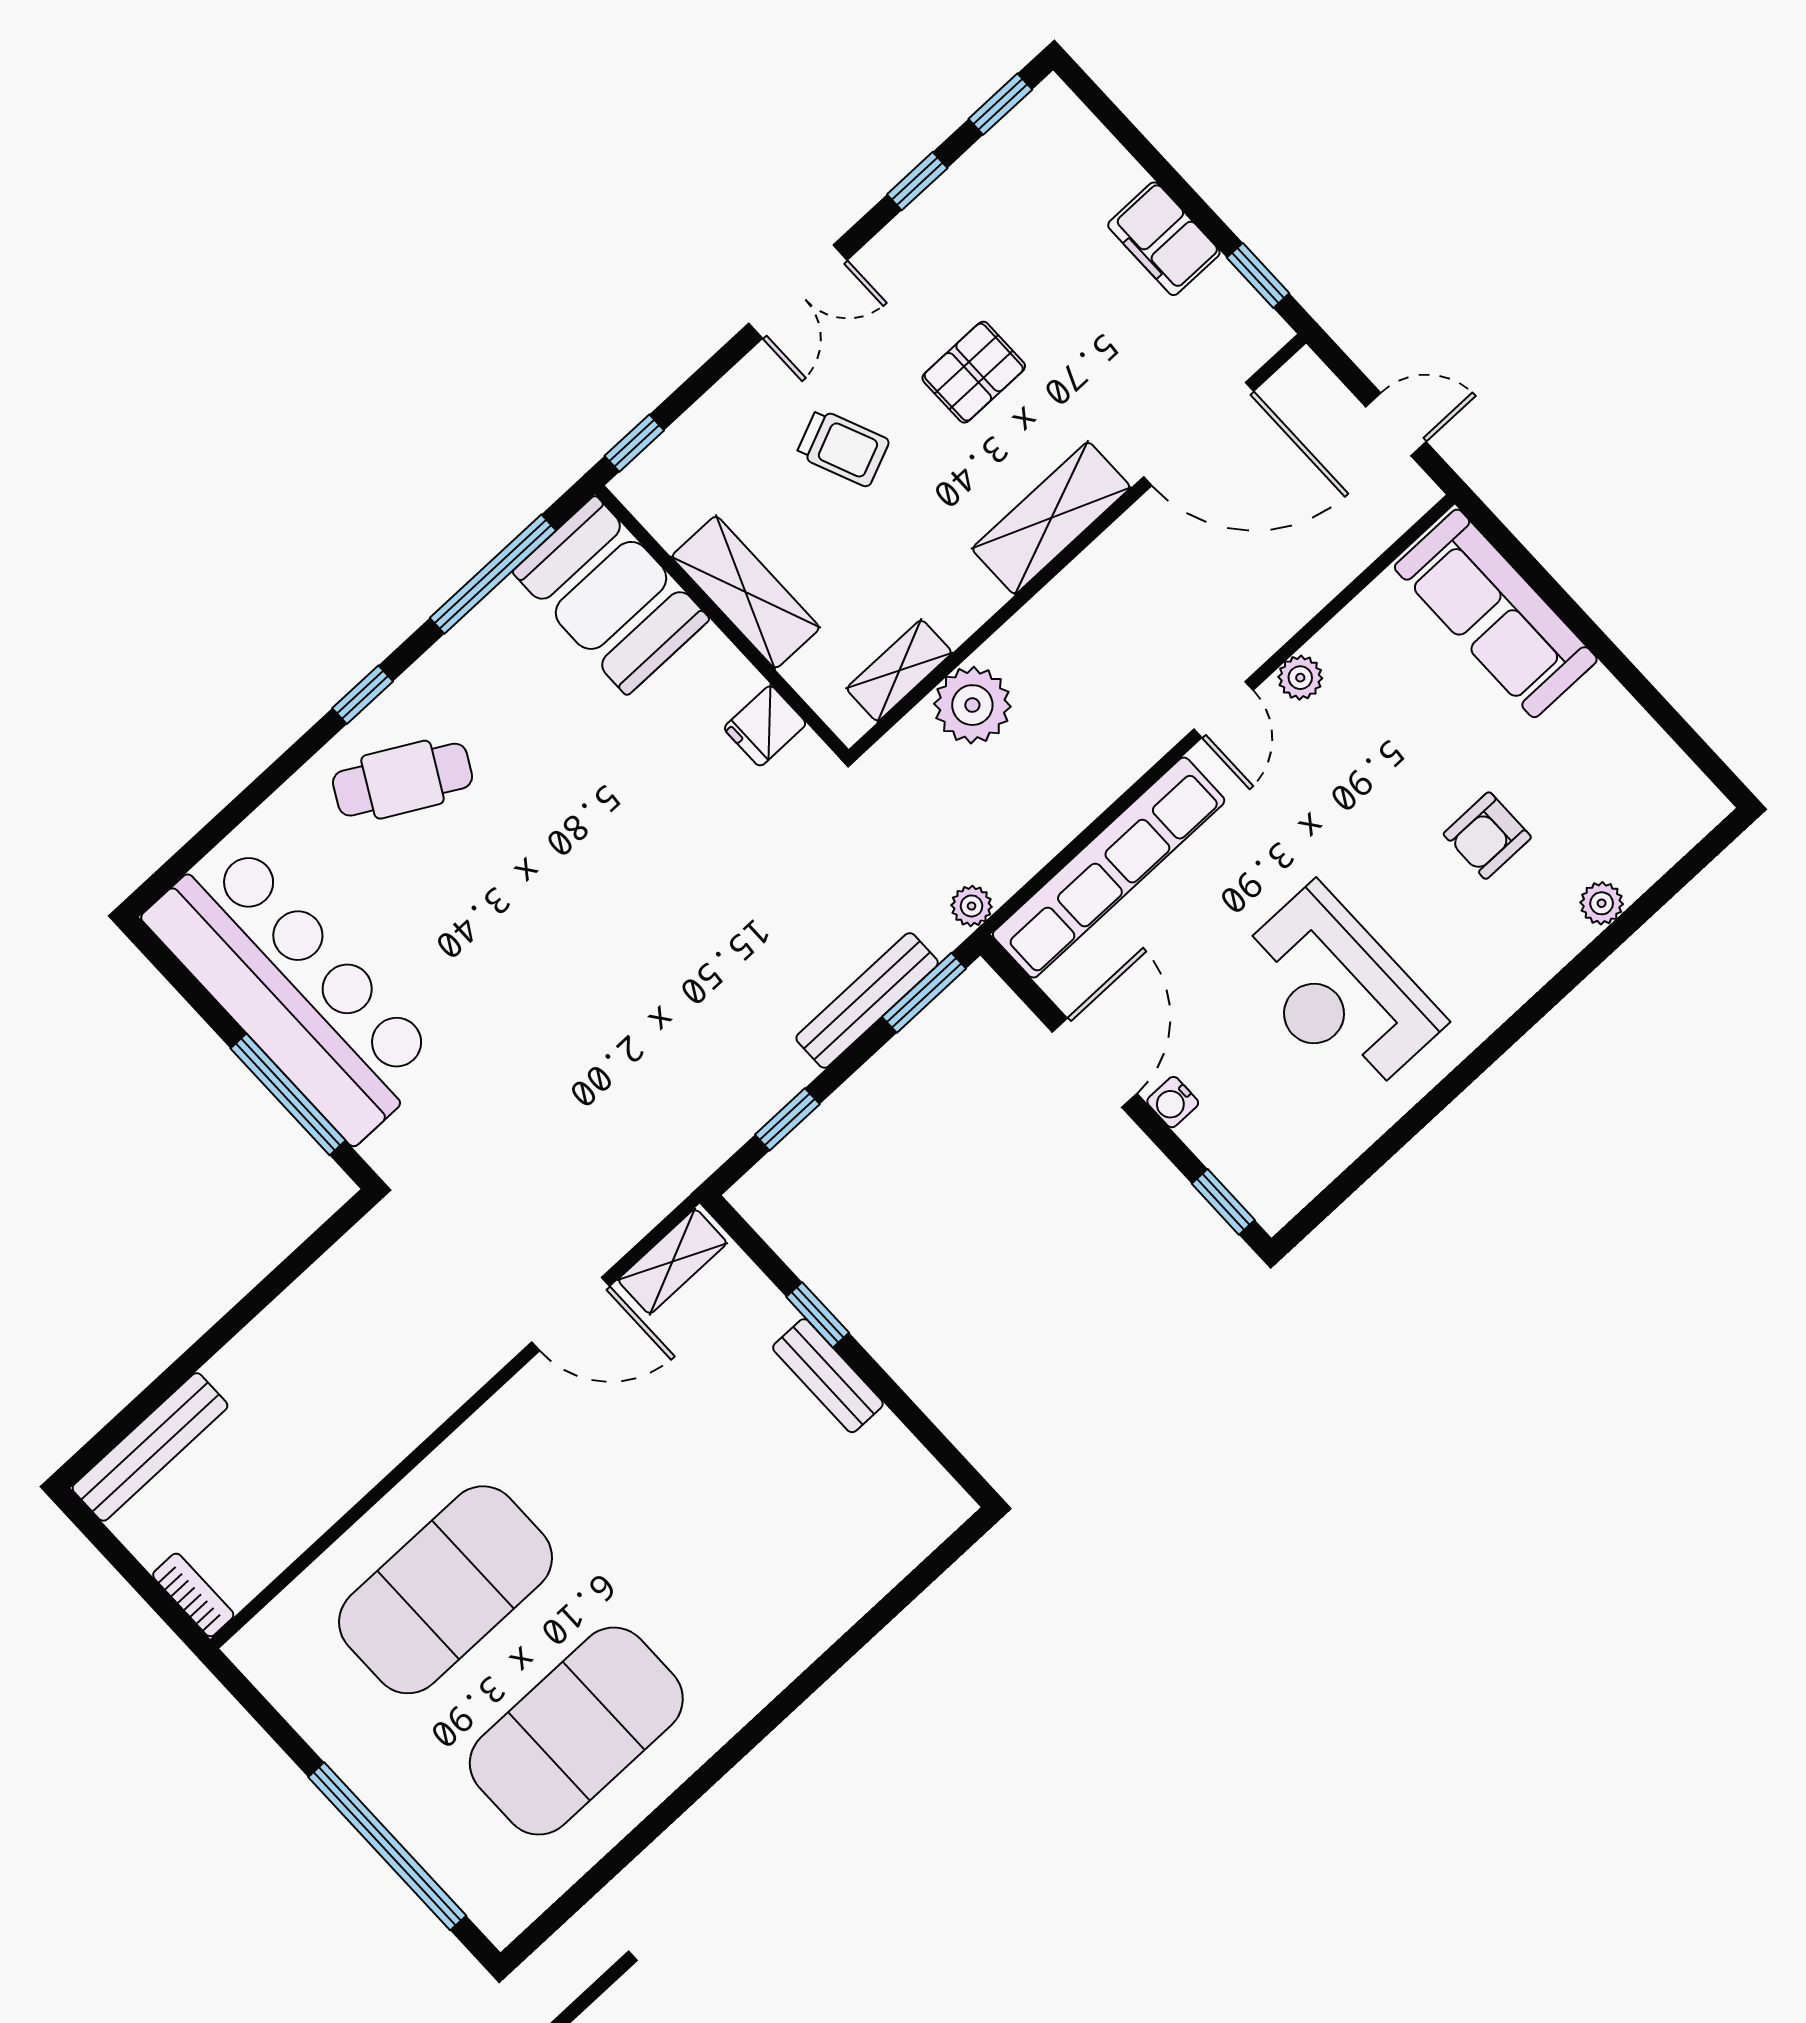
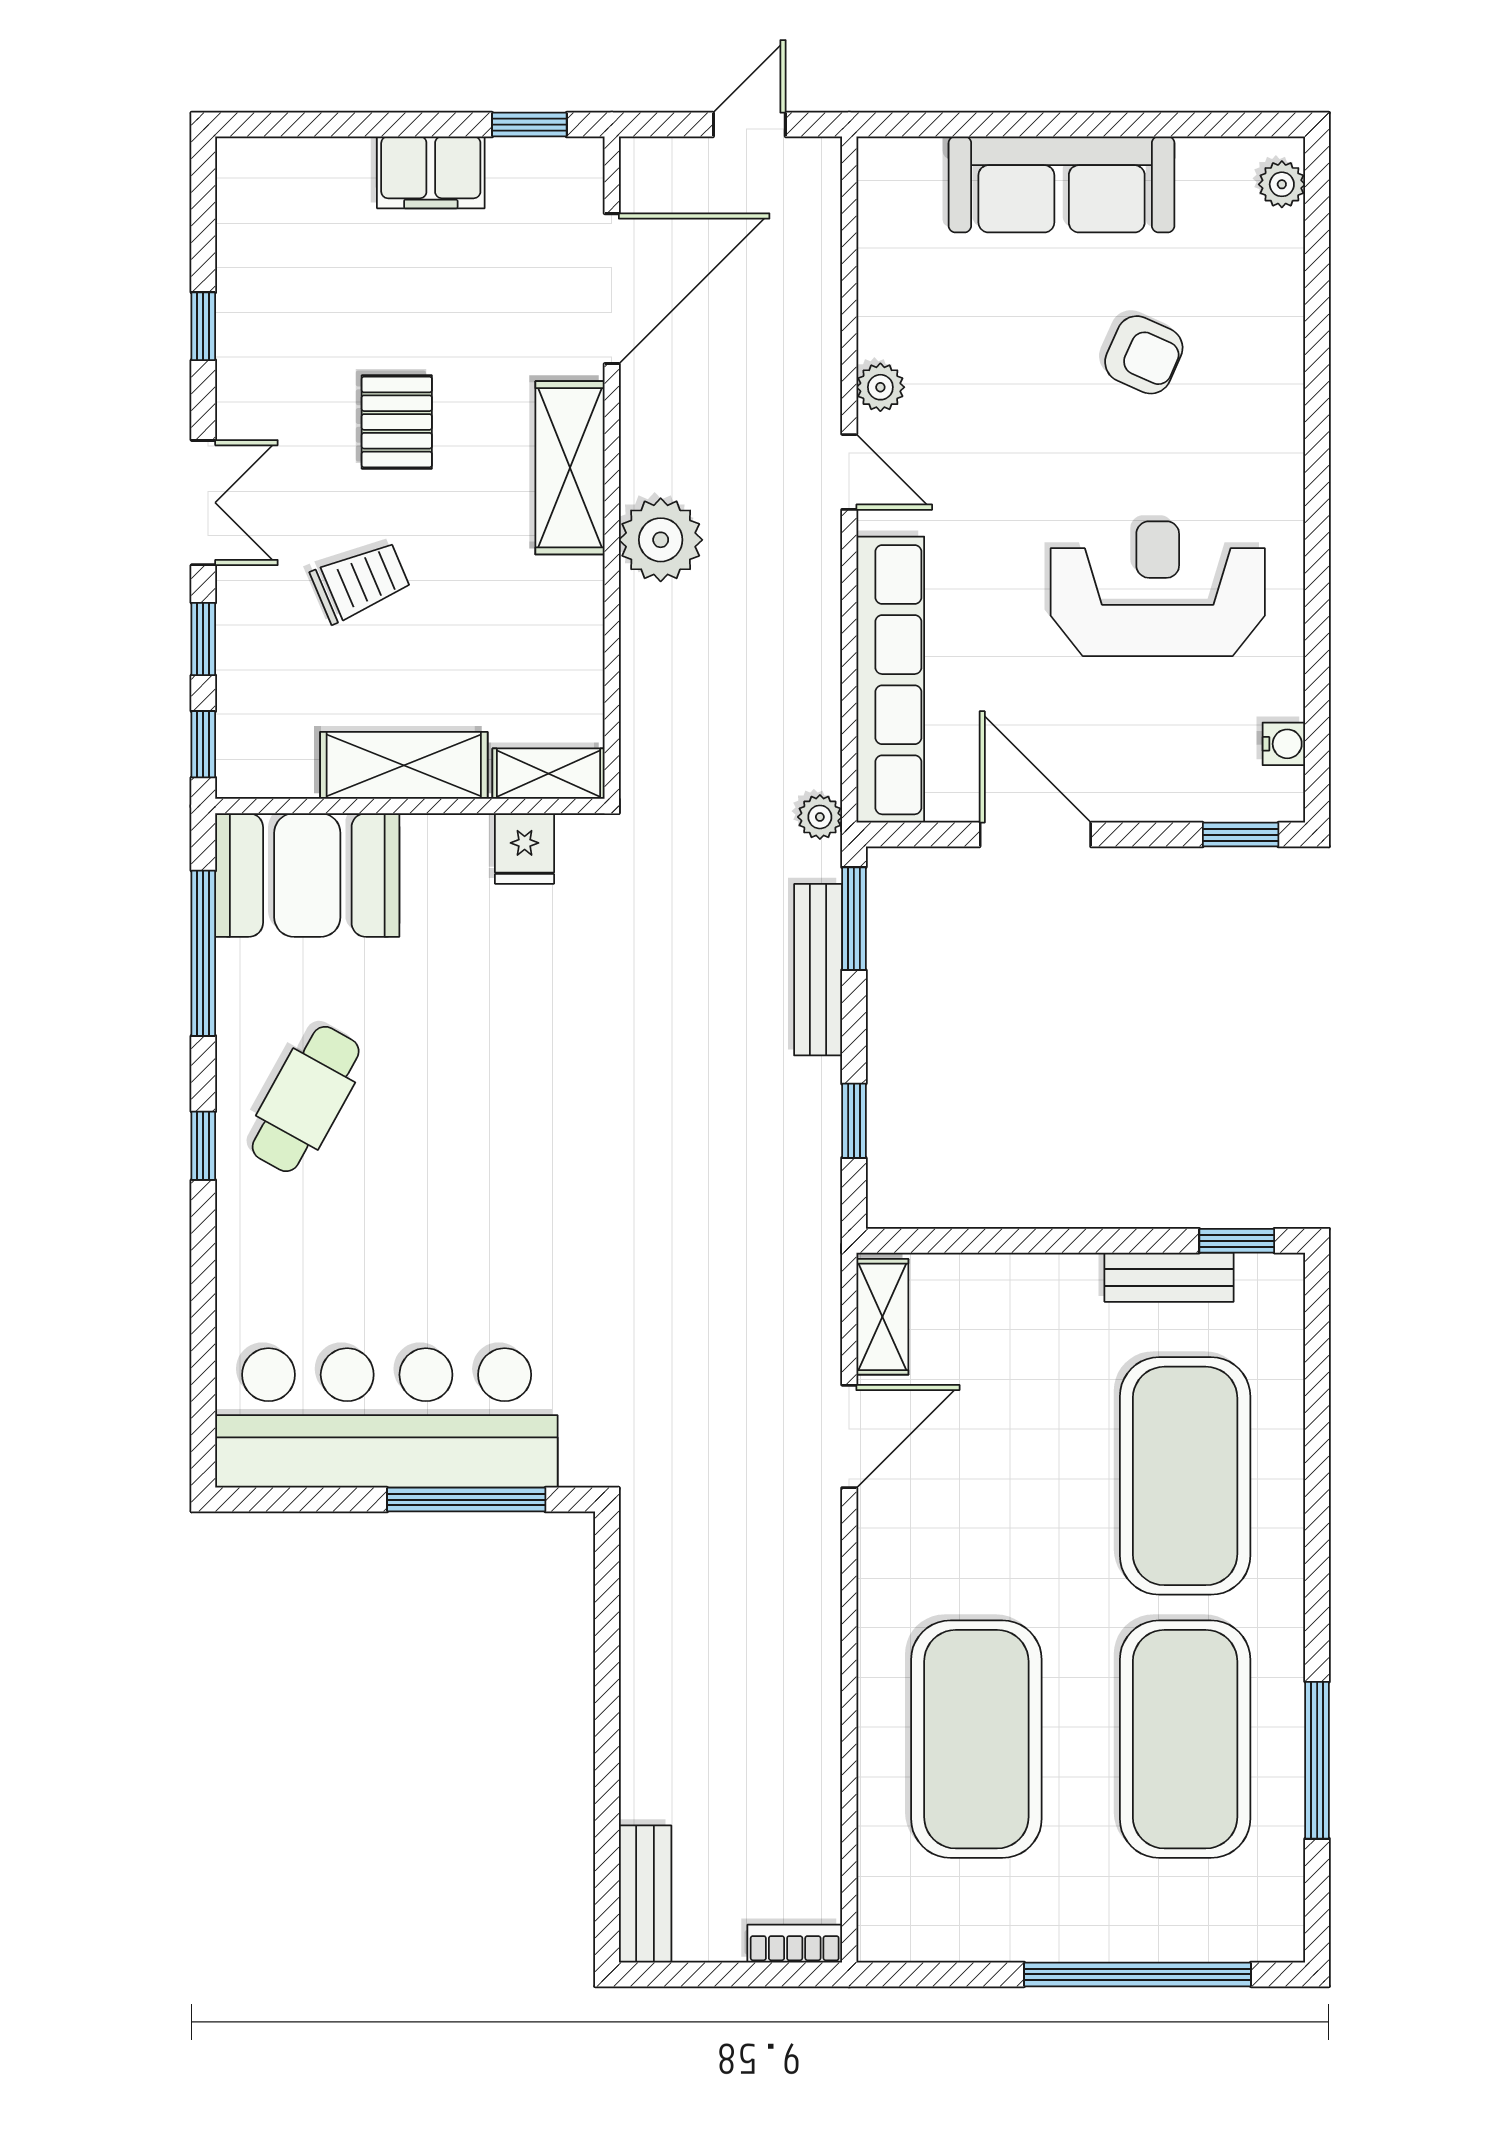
window: (1000, 104) -> (203, 639), moved
sofa: (1496, 613) -> (1062, 184), moved
shelving: (899, 671) -> (548, 774), moved, turned 90
plant: (972, 705) -> (661, 540), moved
cafe table: (403, 780) -> (306, 1099), moved
armchair: (1487, 836) -> (1144, 355), turned -66
plant: (1602, 903) -> (1282, 184), moved
reception desk: (1338, 992) -> (1158, 589), turned 180
water cooler: (1173, 1102) -> (1284, 744), moved, turned -90
window: (818, 1315) -> (1237, 1241), moved
bench: (828, 1376) -> (1169, 1277), moved
bench: (150, 1447) -> (645, 1894), width x0.73
exercise mat: (754, 1566) -> (1185, 1476), added
window: (645, 1834) -> (1317, 1760), added

